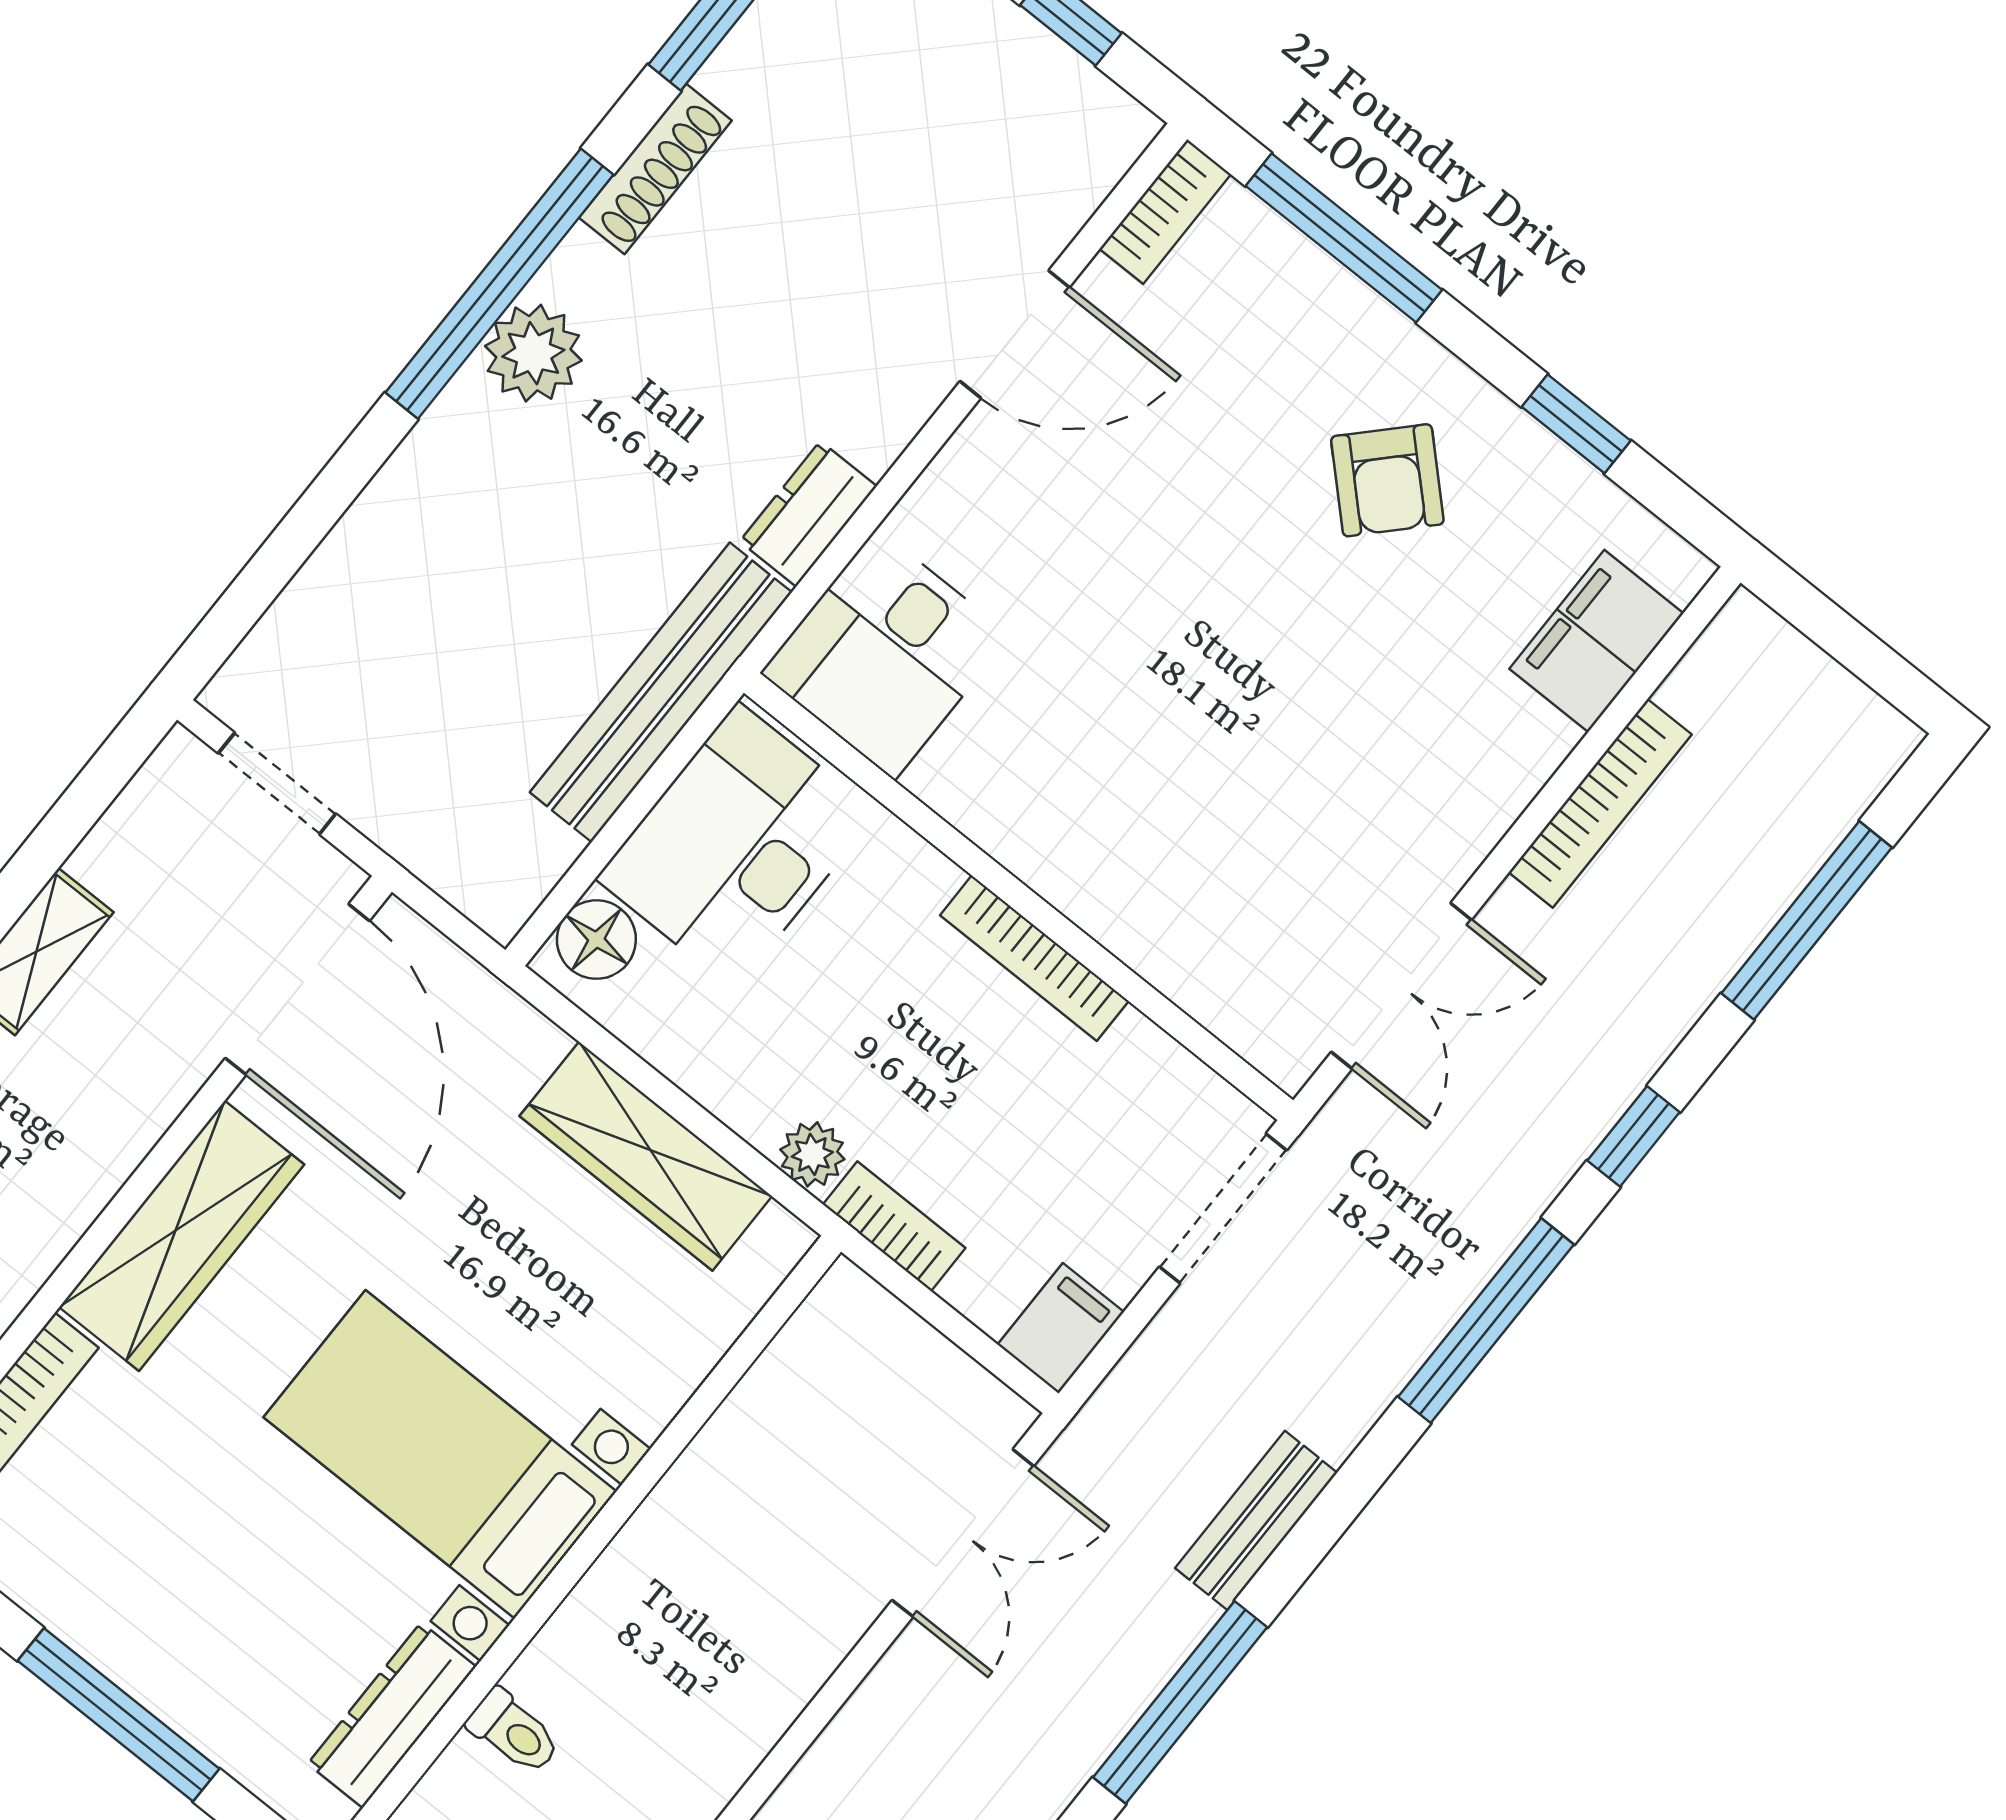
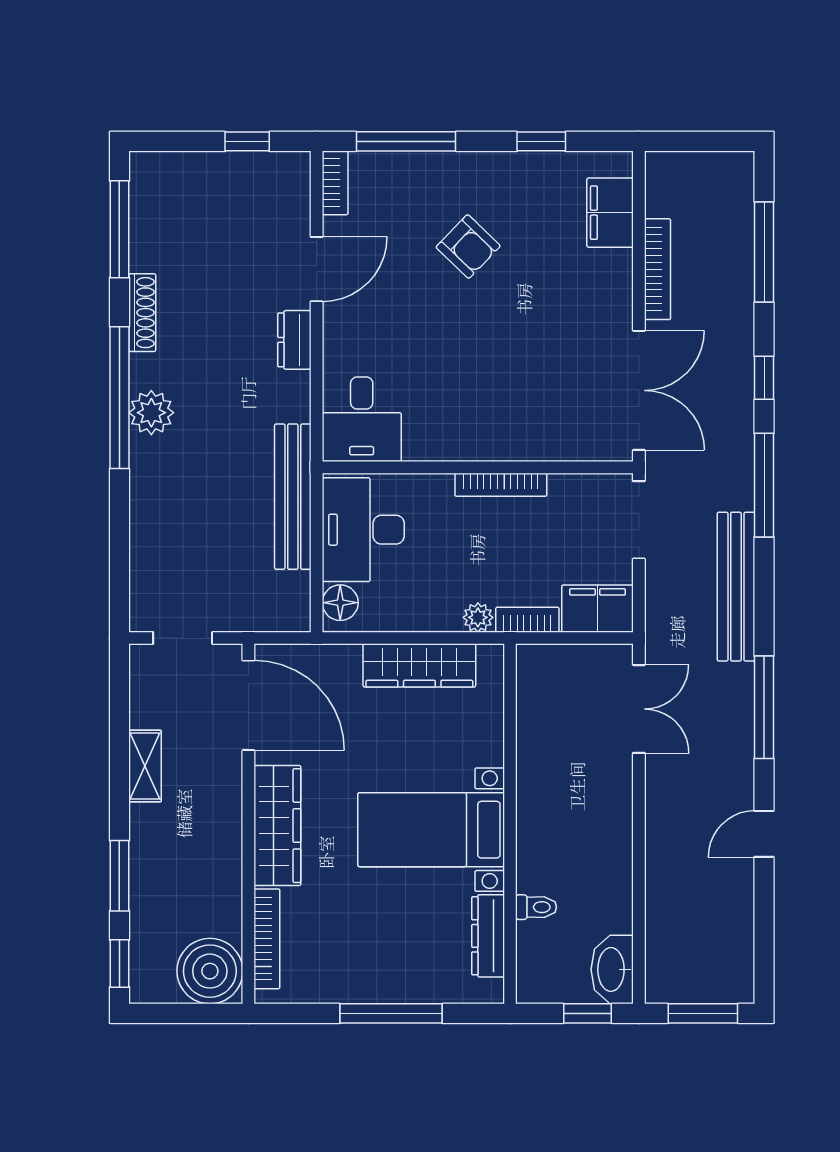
armchair: (1387, 480) -> (468, 247), moved
dresser: (808, 514) -> (294, 340), moved
double door: (1401, 986) -> (639, 390), width x1.37
filing cabinet: (1061, 1328) -> (598, 609), width x2.00
bench: (1256, 1520) -> (736, 587), width x1.86, depth x1.21

